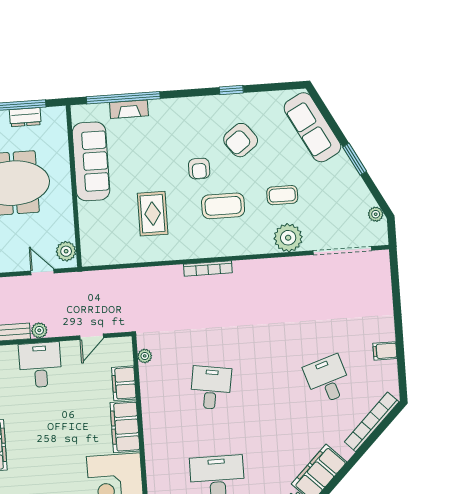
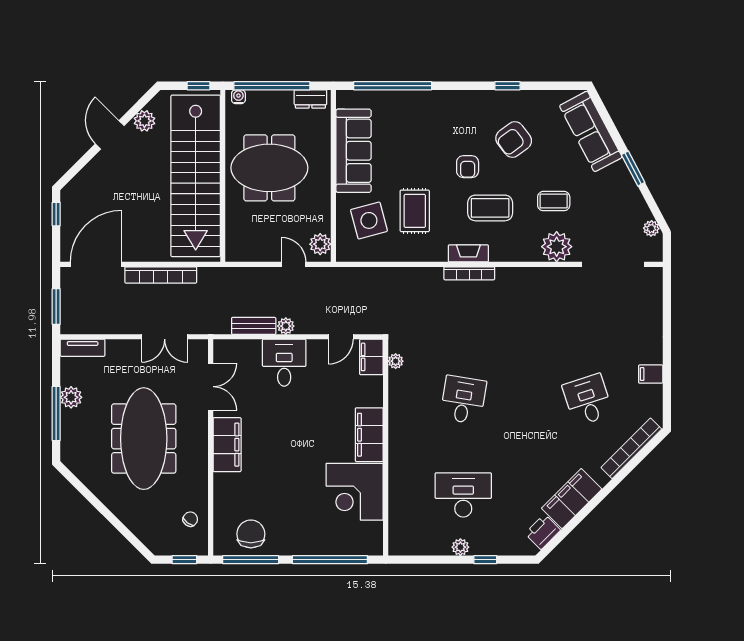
fireplace: (129, 109) -> (468, 253), moved, turned 180
dresser: (25, 117) -> (310, 99), moved
side table: (110, 226) -> (369, 220), added
filing cabinet: (124, 383) -> (371, 357), moved

